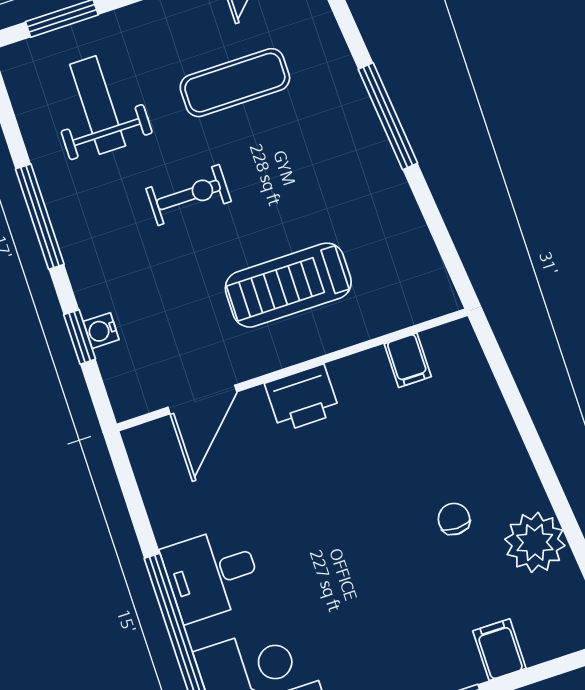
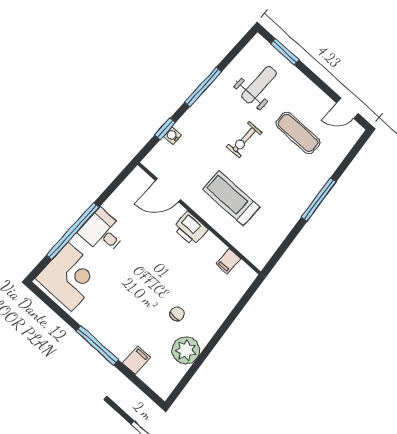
exercise bike: (189, 195) -> (244, 140), turned 90

